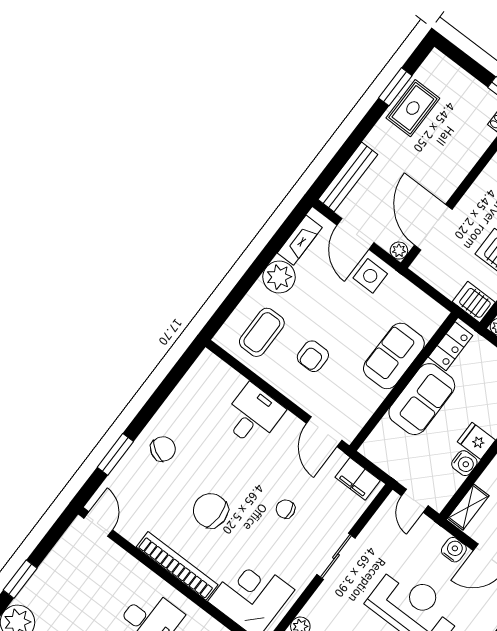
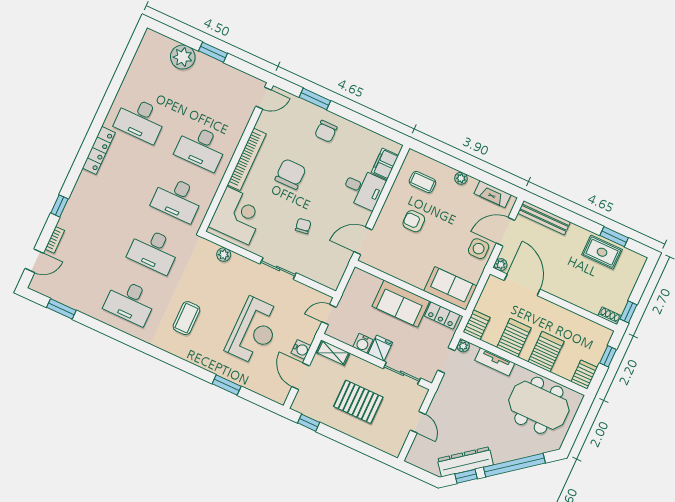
door: (433, 227) -> (522, 285), hinge flipped
plant: (279, 277) -> (461, 178), width x0.53, depth x0.53
coffee table: (262, 332) -> (422, 182), width x0.73, depth x0.77
sofa: (394, 356) -> (450, 288), moved
chair: (163, 449) -> (326, 131), turned 61
filing cabinet: (358, 479) -> (385, 164), moved

